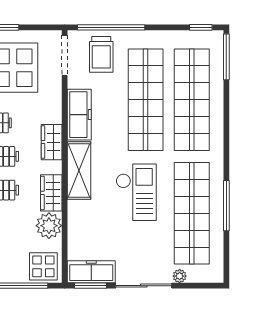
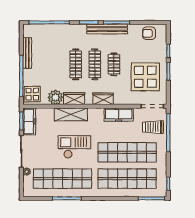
shelving: (79, 170) -> (71, 114), moved
checkout: (136, 192) -> (74, 147), turned 180

